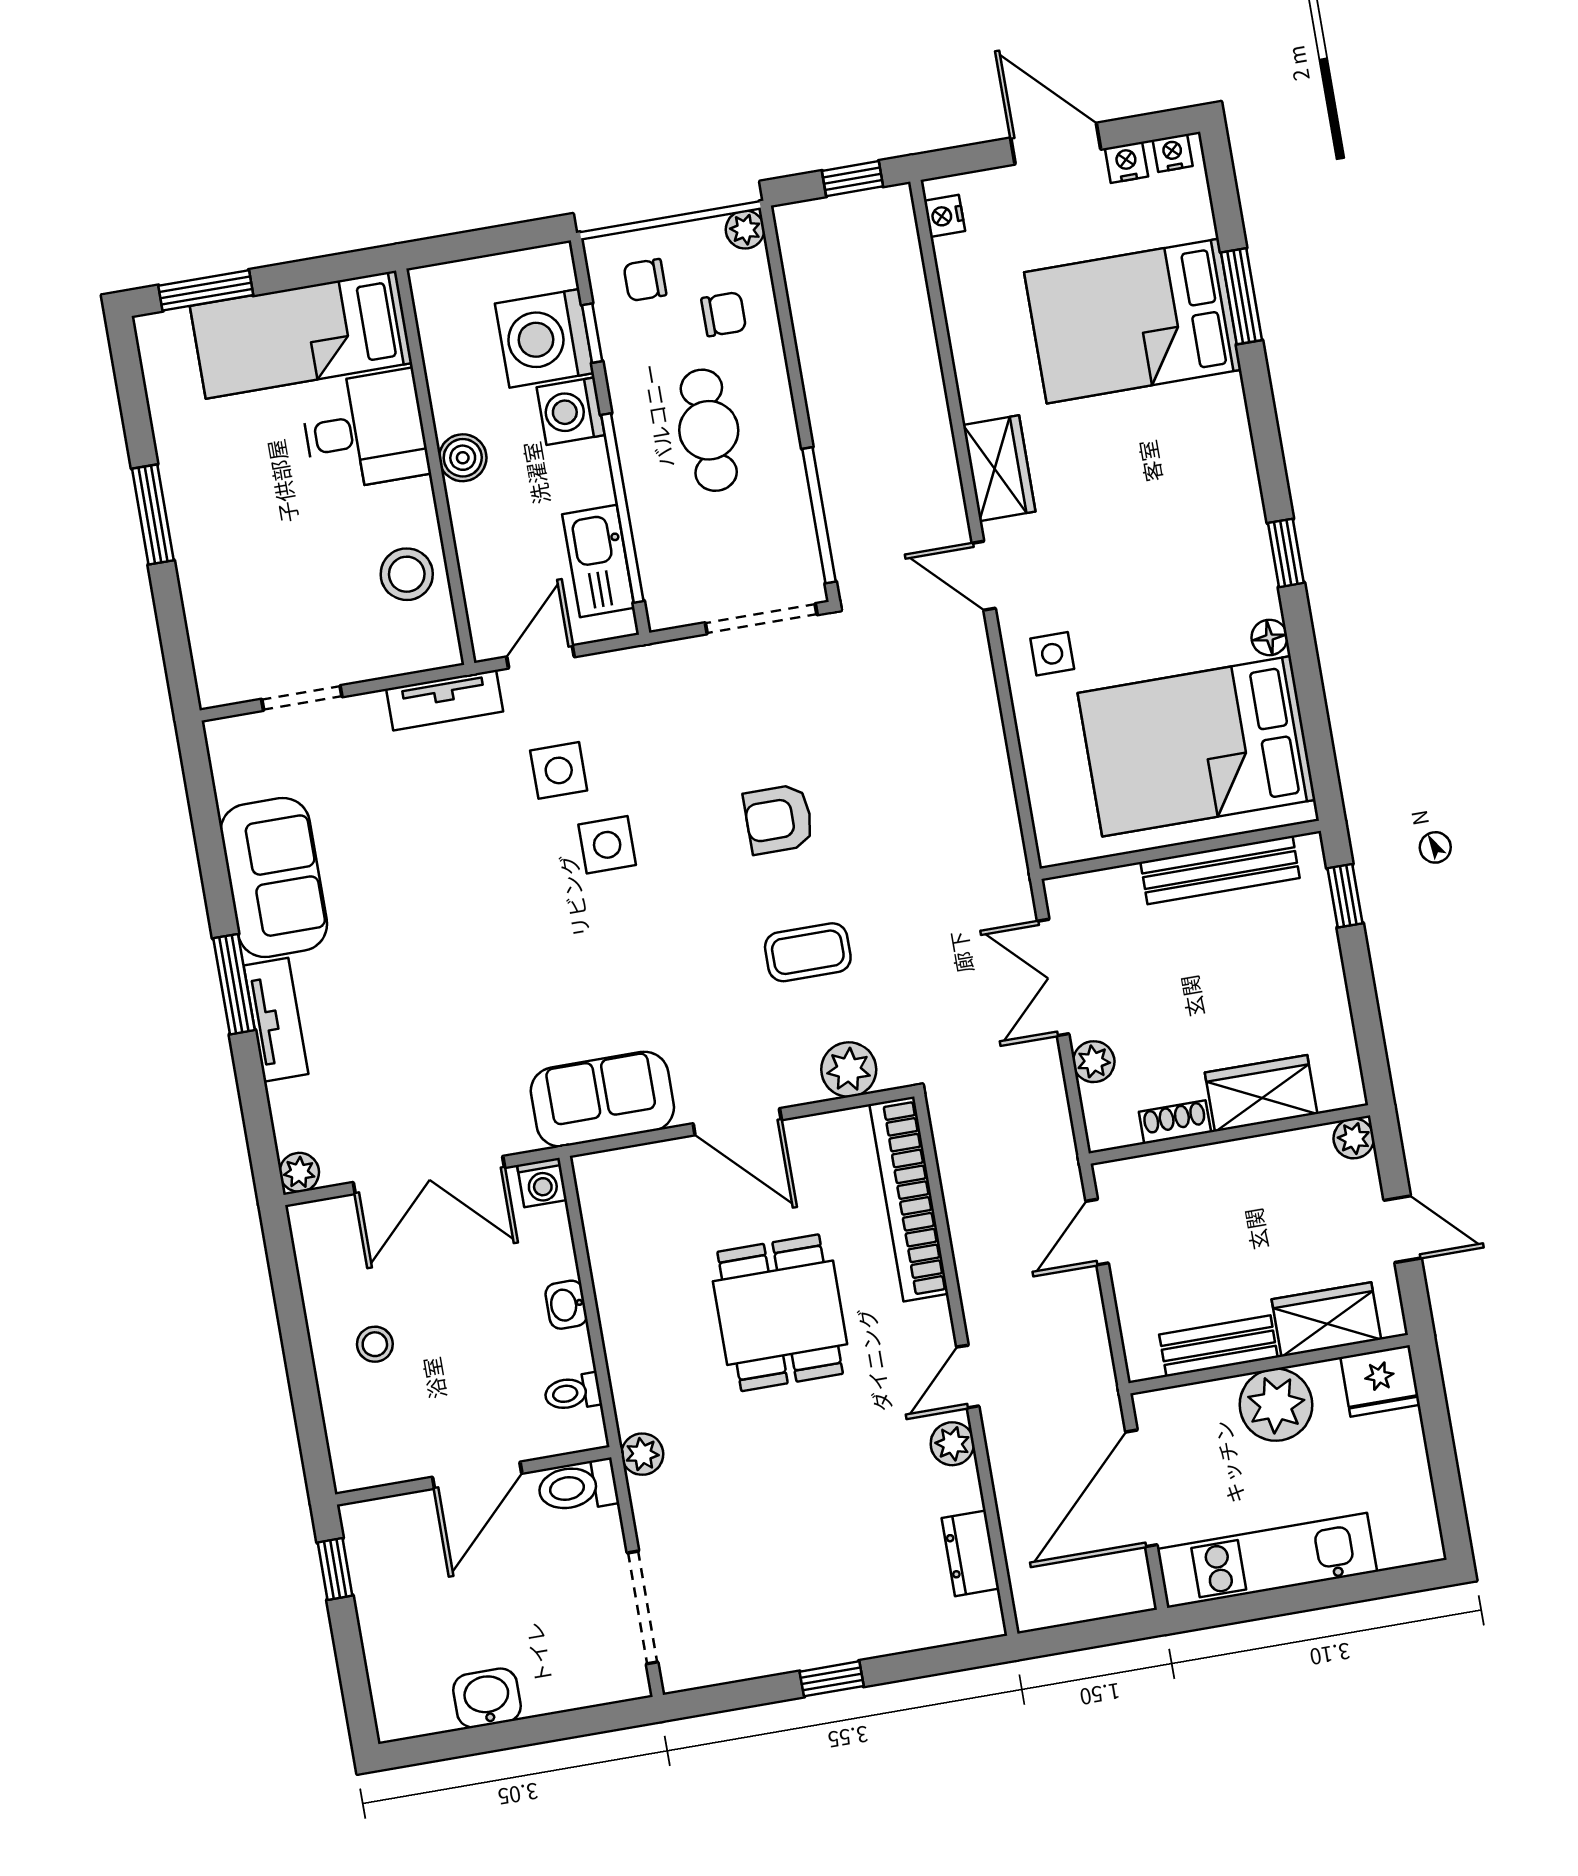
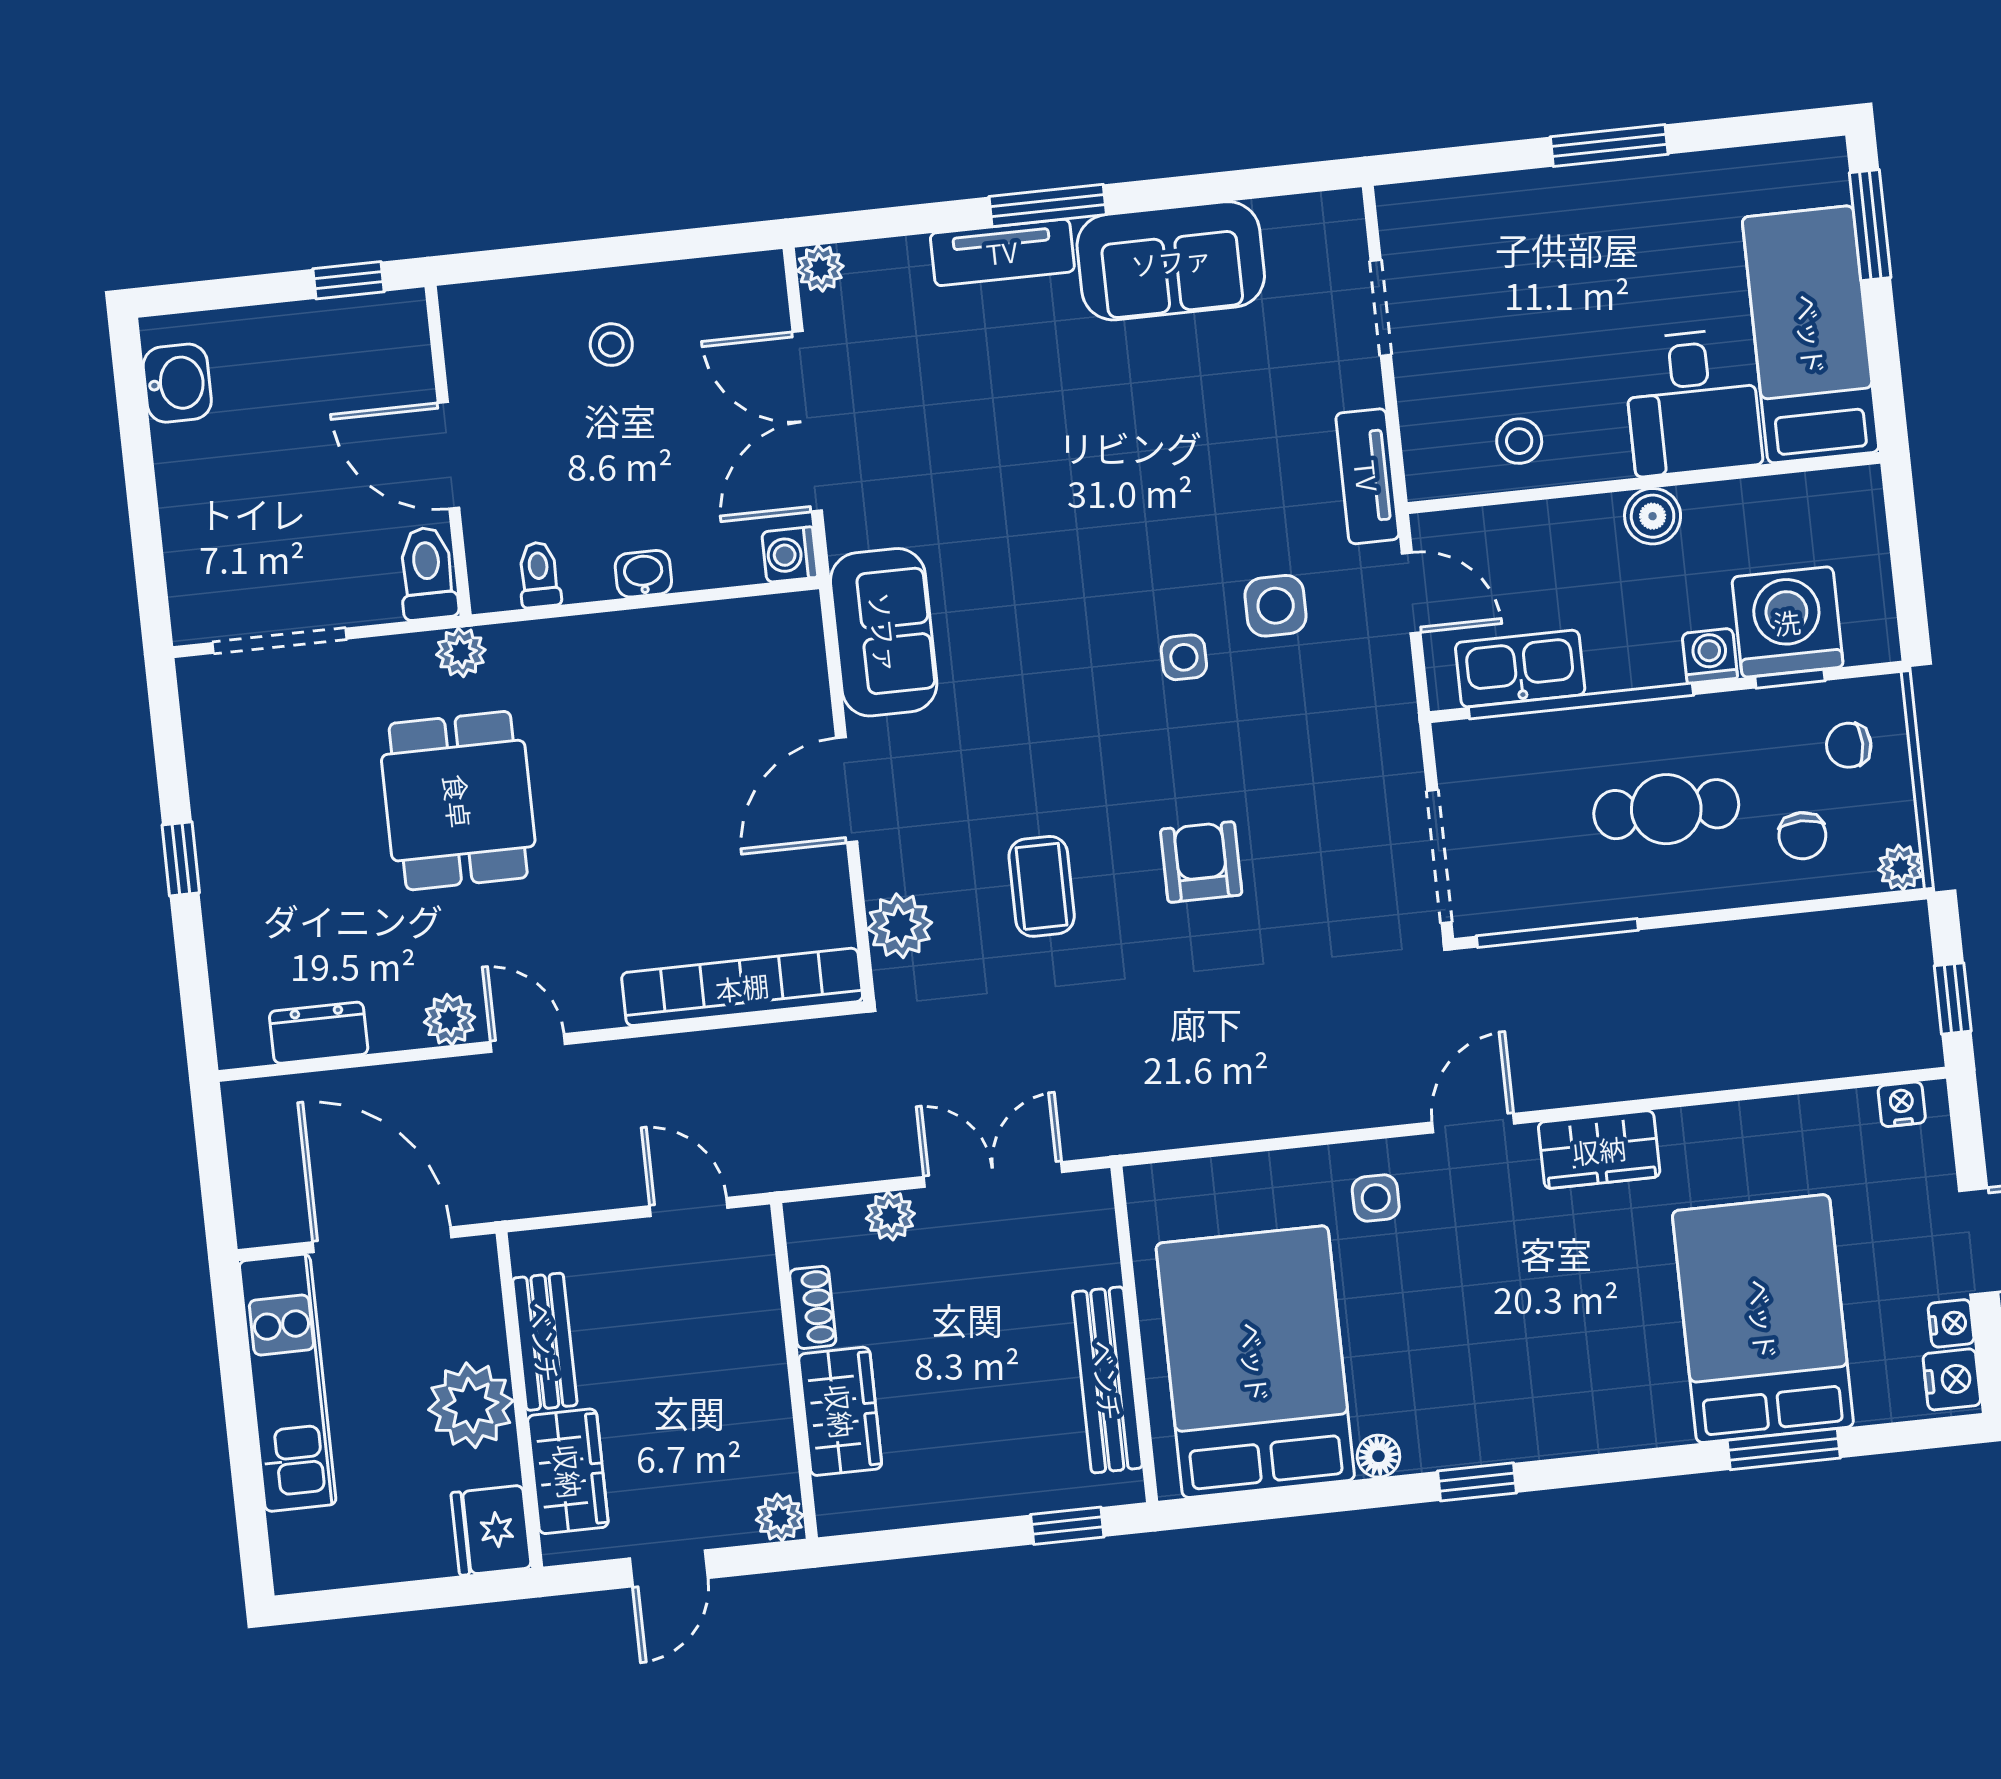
nightstand: (1173, 153) -> (1952, 1379), width x1.39, depth x1.35
chair: (645, 280) -> (1849, 745), turned -90
washing machine: (571, 411) -> (1710, 656), width x0.73, depth x0.73
stool: (407, 574) -> (1519, 441), width x0.73, depth x0.73
side table: (607, 845) -> (1184, 657), width x0.73, depth x0.73
dining table: (780, 1313) -> (458, 801), moved, turned 90
washbasin: (487, 1698) -> (177, 383), moved

